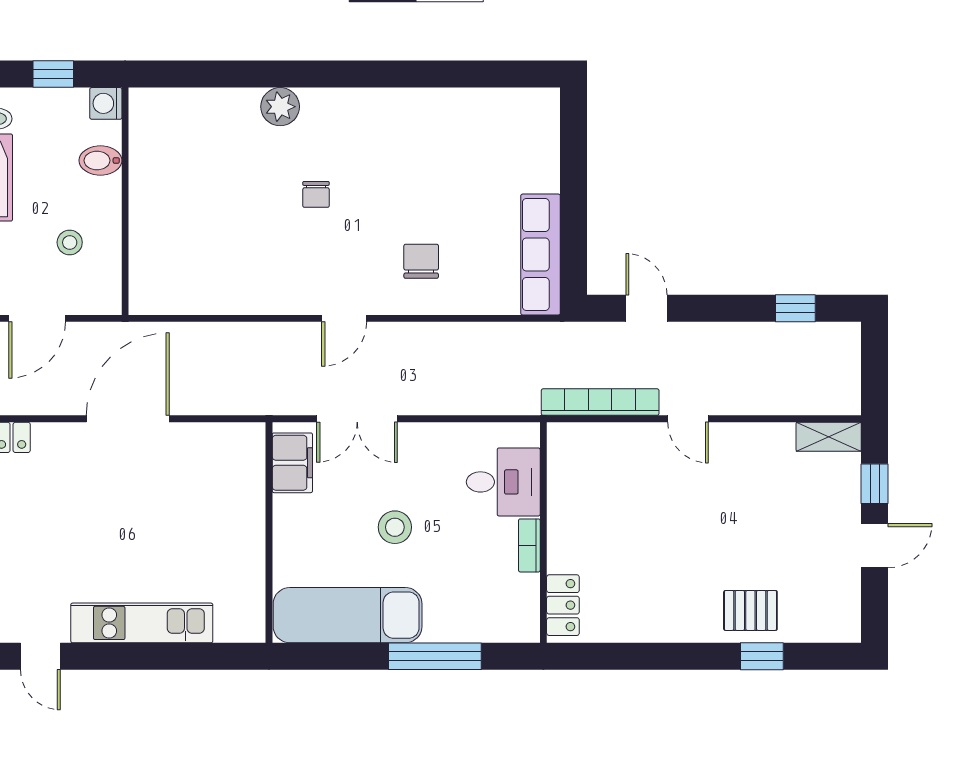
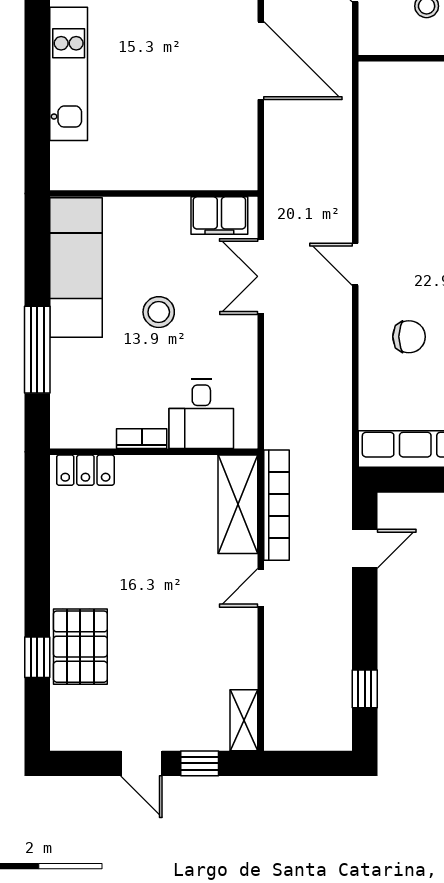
shelving: (599, 443) -> (238, 504), added
pallet: (750, 610) -> (80, 647), width x1.50, depth x1.42

